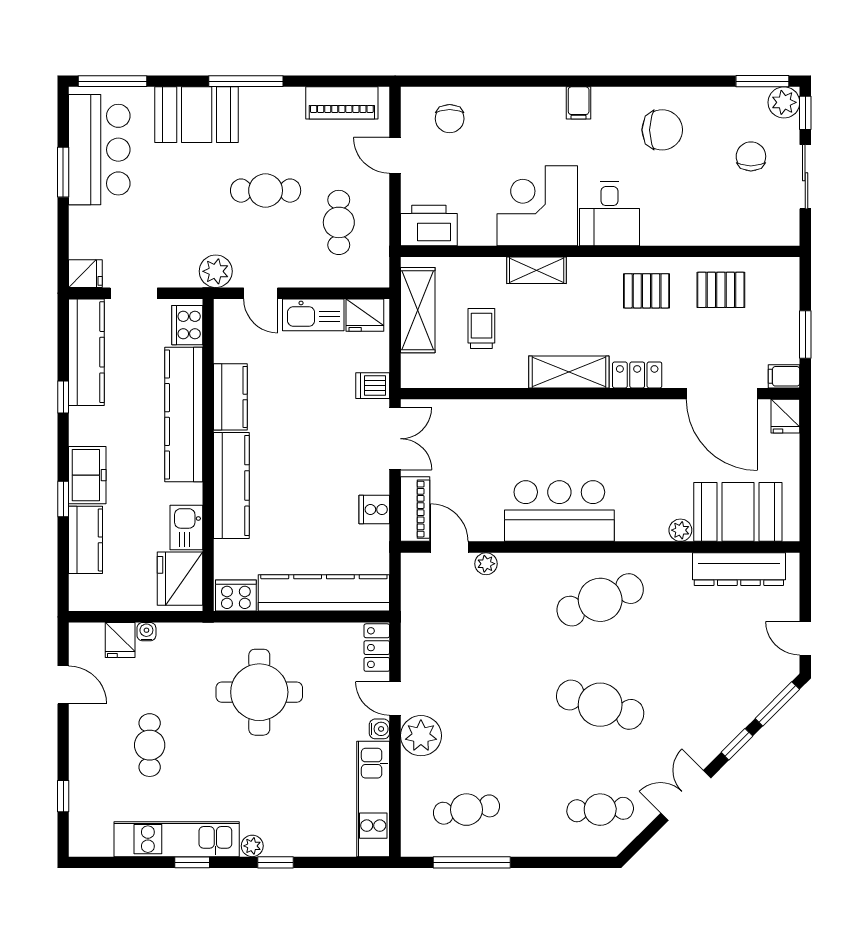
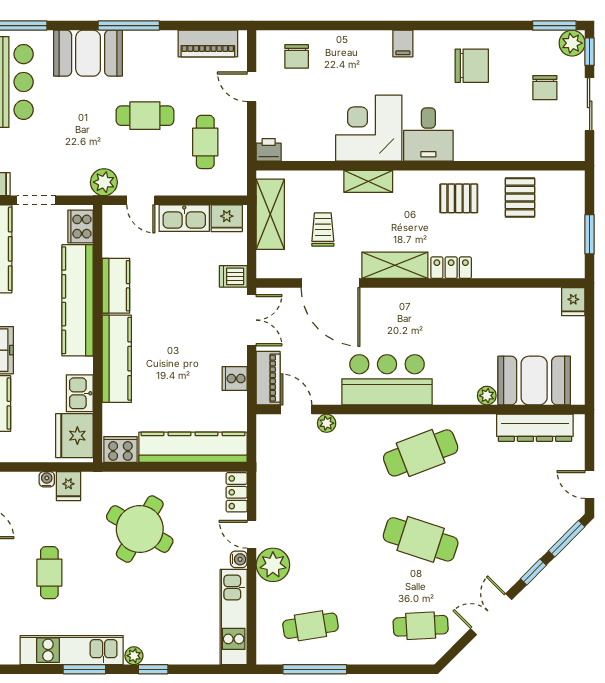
chair: (751, 156) -> (545, 88), turned 180
printer: (429, 225) -> (269, 150), width x0.53, depth x0.68
pallet: (721, 290) -> (520, 198), turned 90
filing cabinet: (784, 376) -> (572, 269), removed
door: (722, 394) -> (331, 283), moved
fridge: (120, 640) -> (68, 486), moved
round table: (259, 692) -> (140, 529), turned 30
window: (192, 862) -> (84, 669), width x1.50

